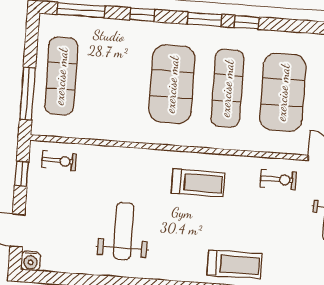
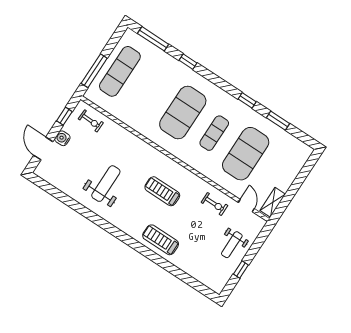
window: (204, 19) -> (278, 121), moved
exercise mat: (227, 88) -> (214, 133), width x0.73, depth x0.69
treadmill: (198, 183) -> (162, 191), moved, turned 180
water cooler: (31, 261) -> (62, 138), moved, turned 90
treadmill: (234, 264) -> (161, 240), turned 180

